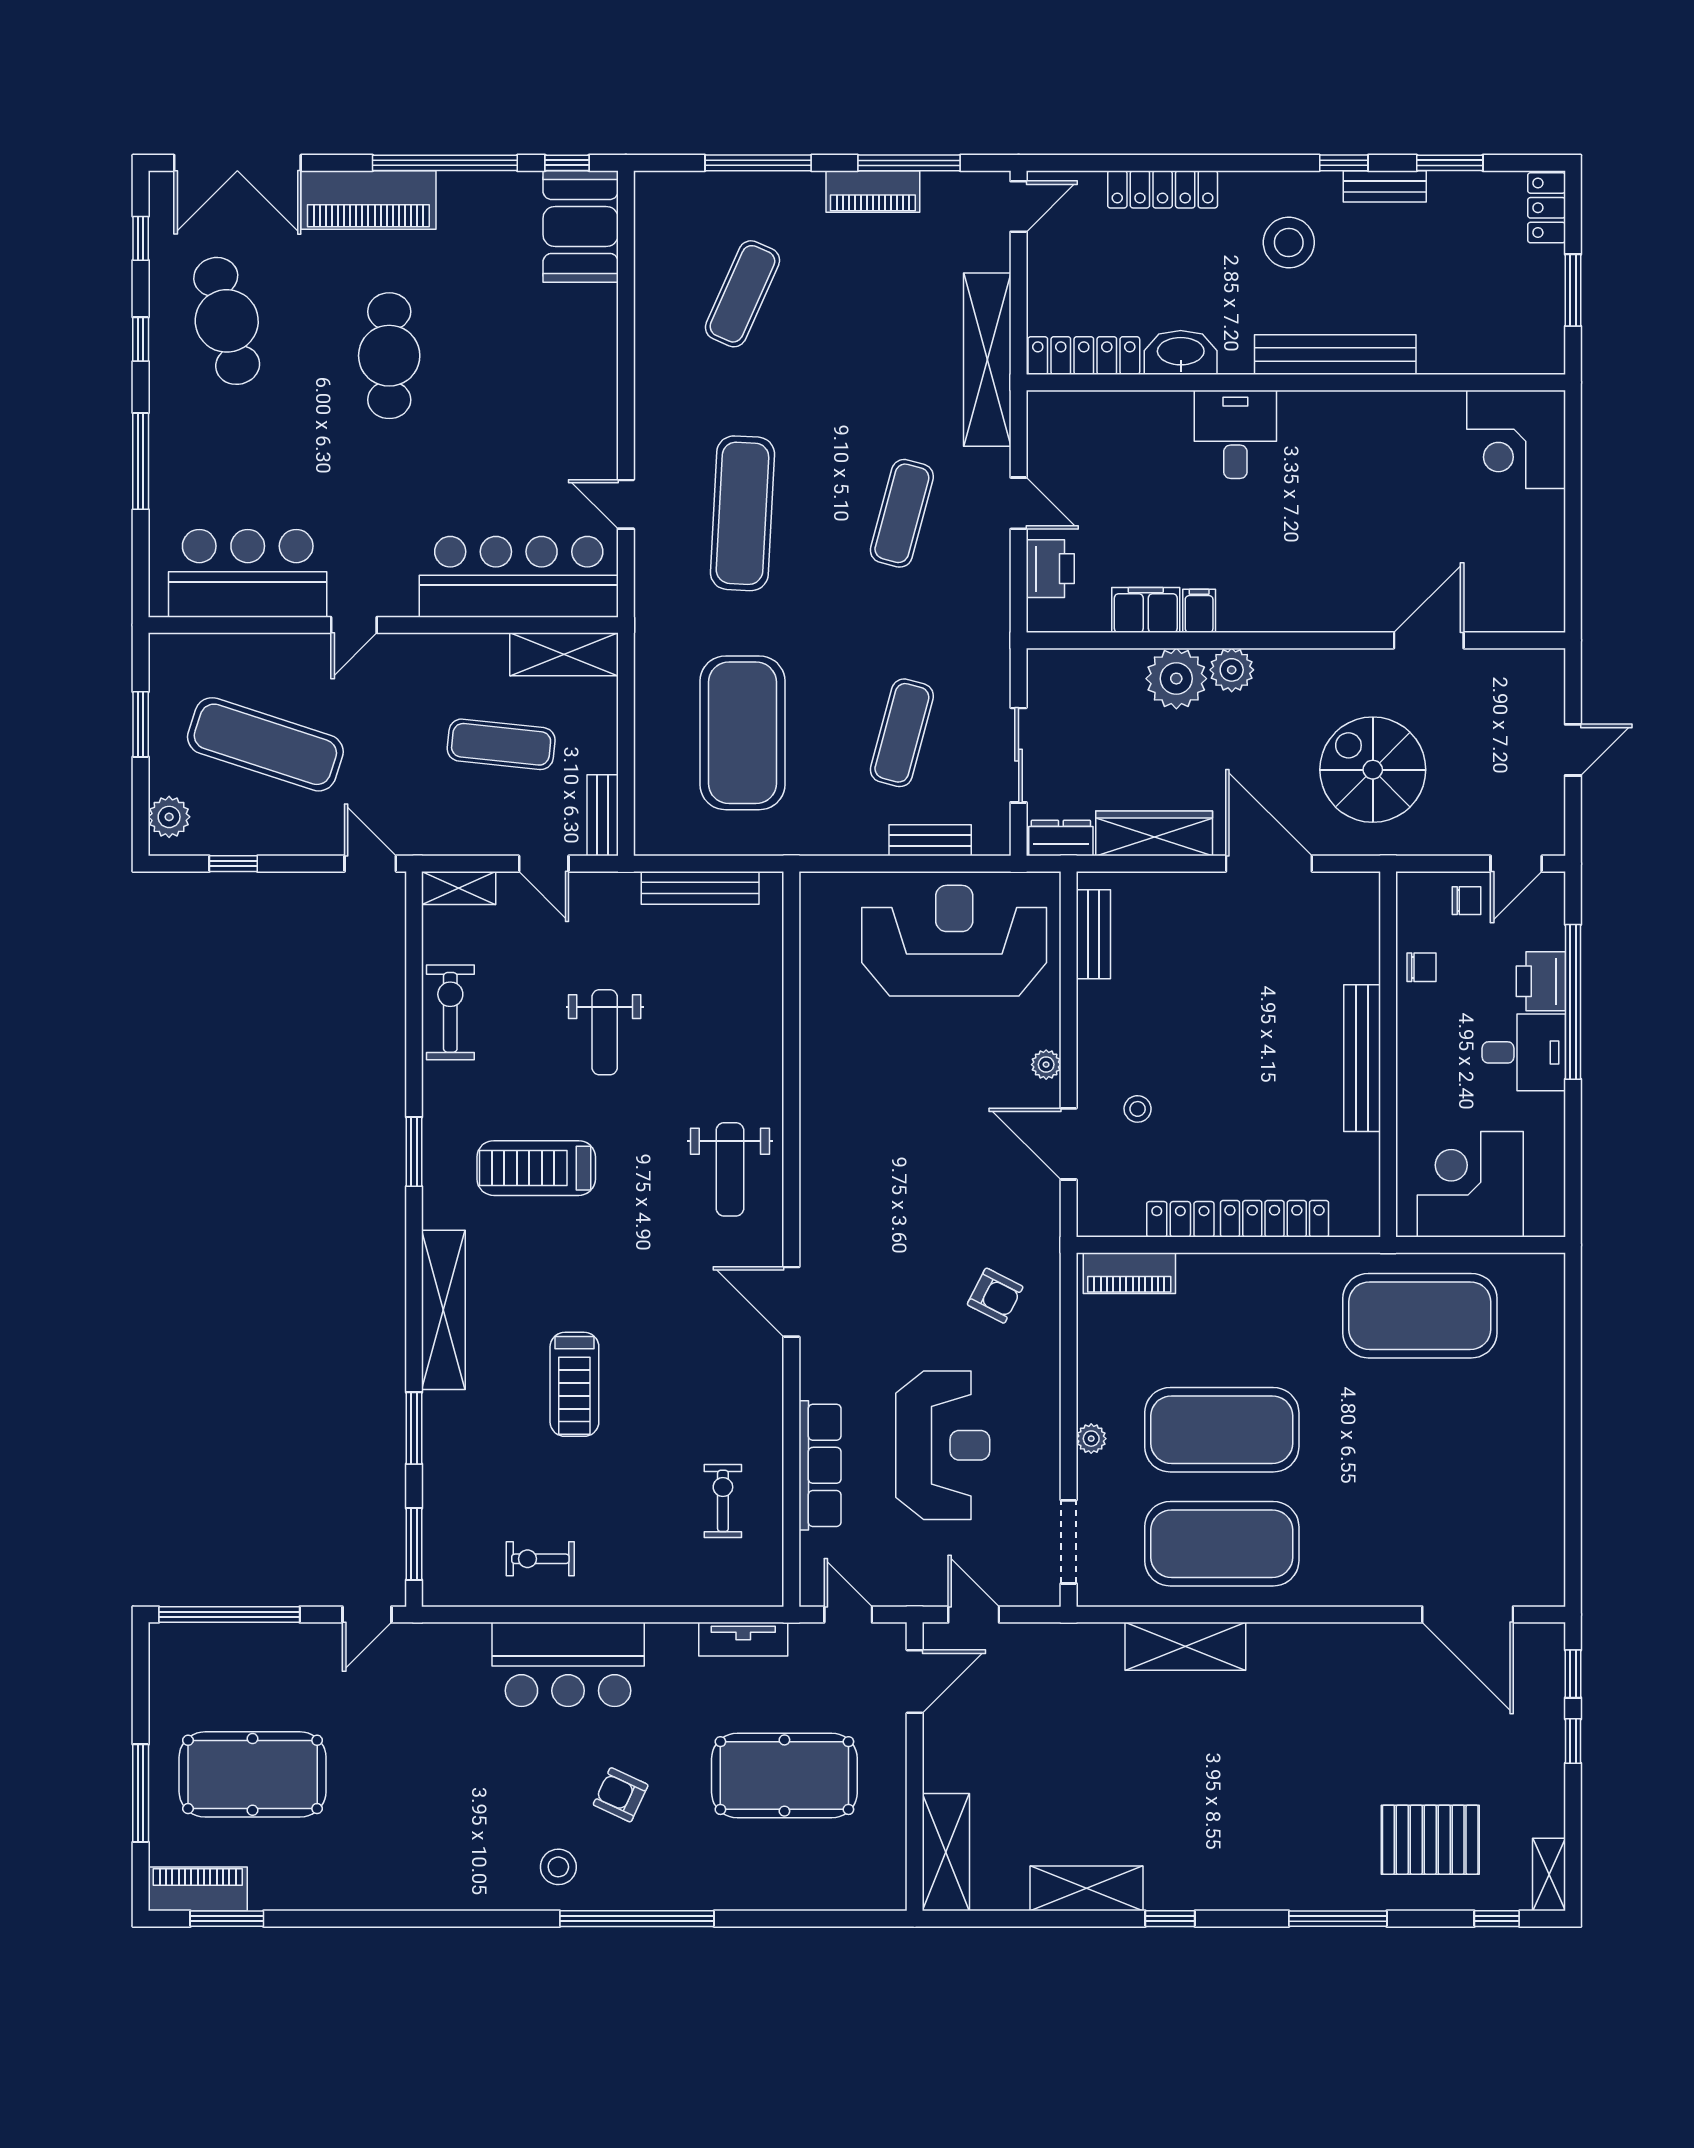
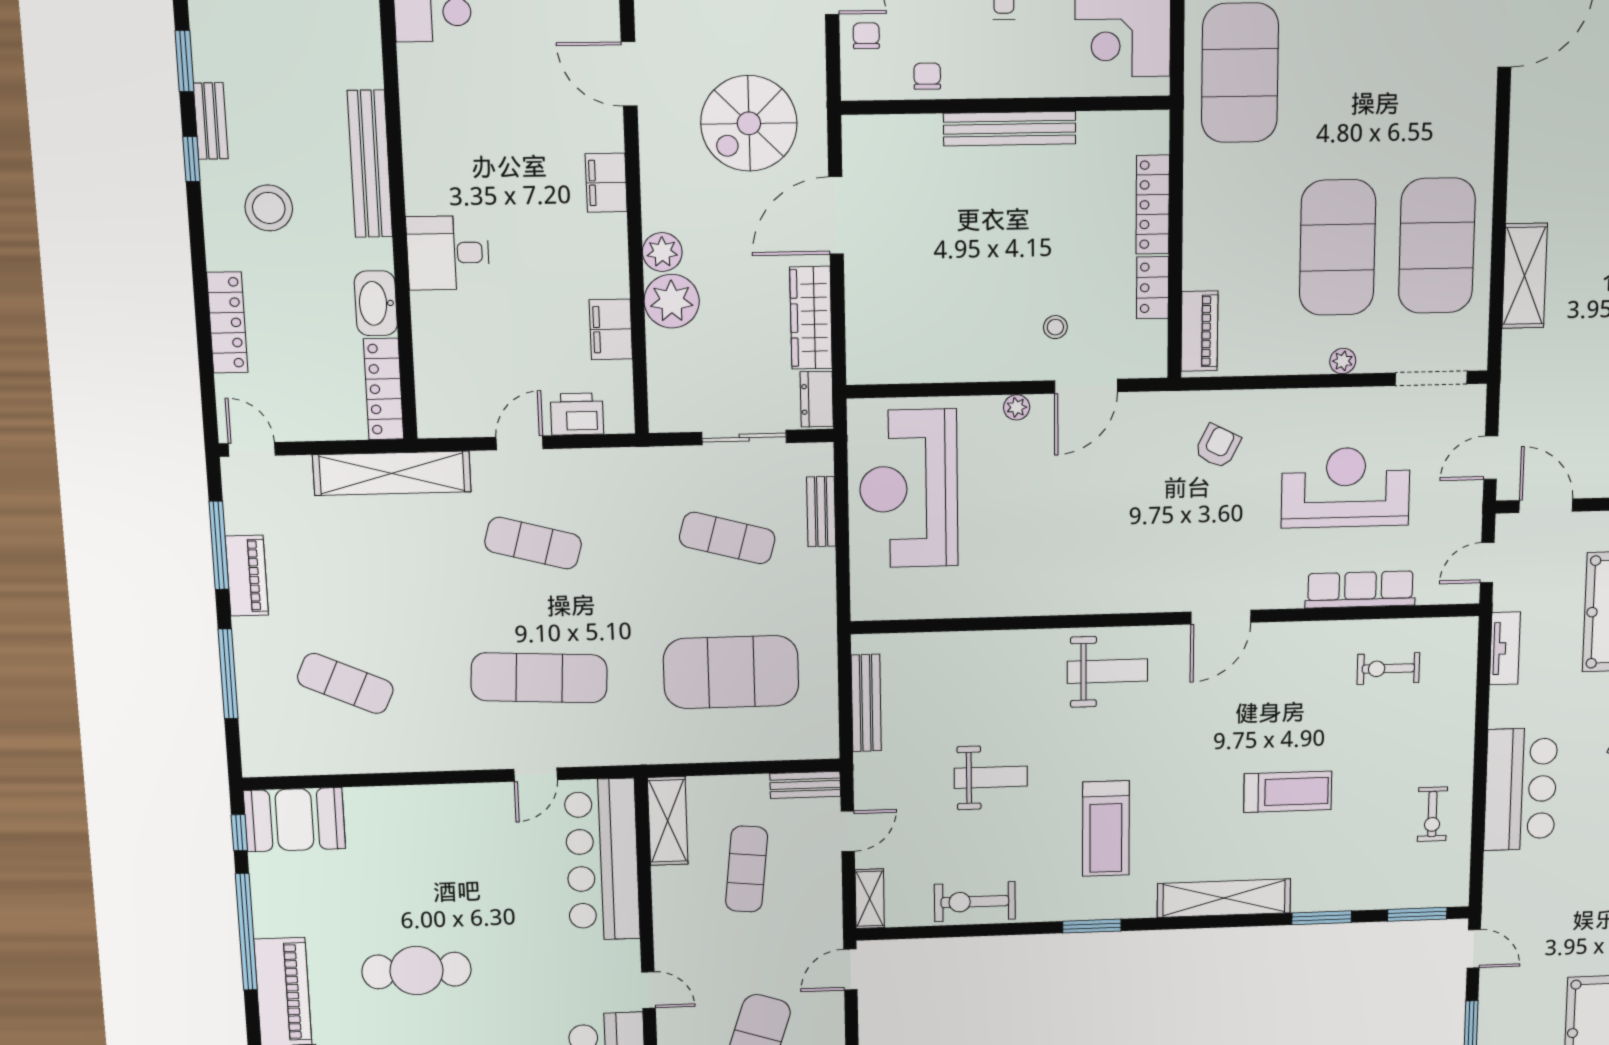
filing cabinet: (1199, 611) -> (606, 183), moved, width x2.00
bench: (1093, 934) -> (902, 369), removed

